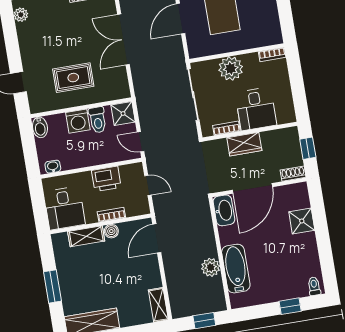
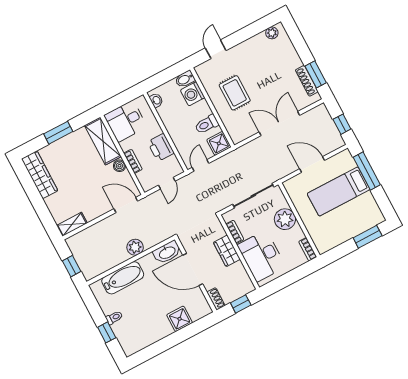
desk: (256, 109) -> (261, 256), width x1.37
washing machine: (78, 121) -> (193, 94), moved
shelving: (86, 236) -> (103, 141), width x1.50, depth x1.33
plant: (211, 267) -> (135, 247), moved
toilet: (314, 286) -> (114, 318), moved

